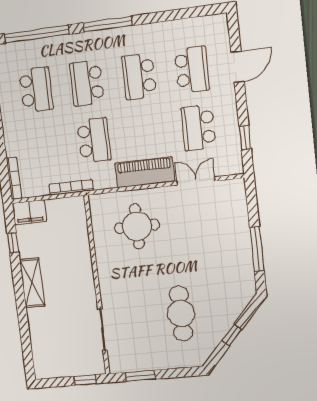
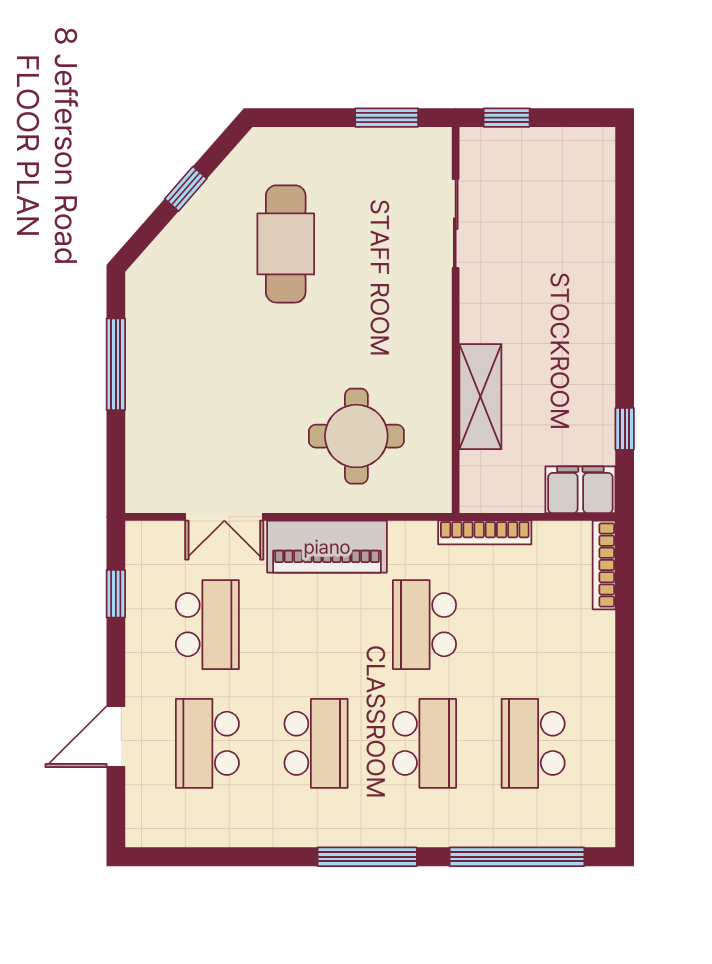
shelving: (32, 283) -> (480, 397), moved

